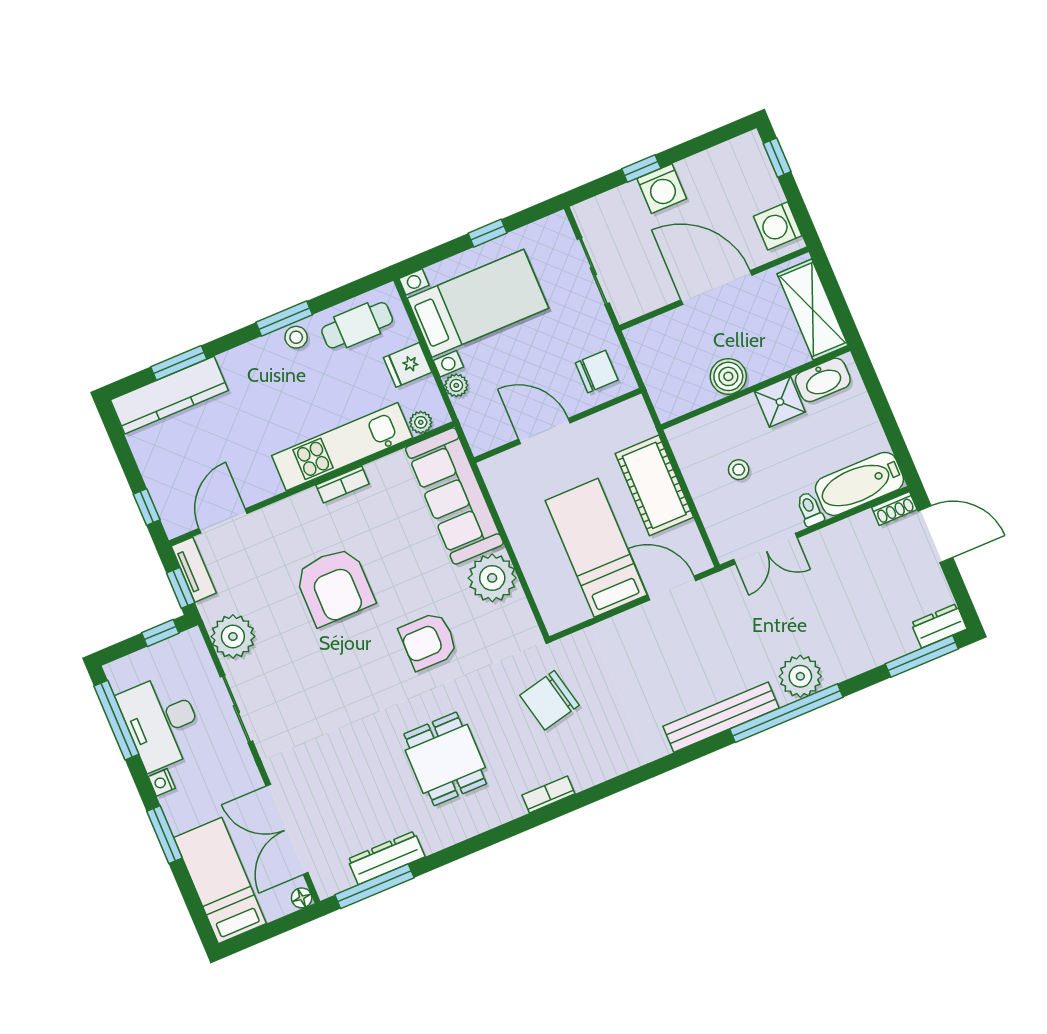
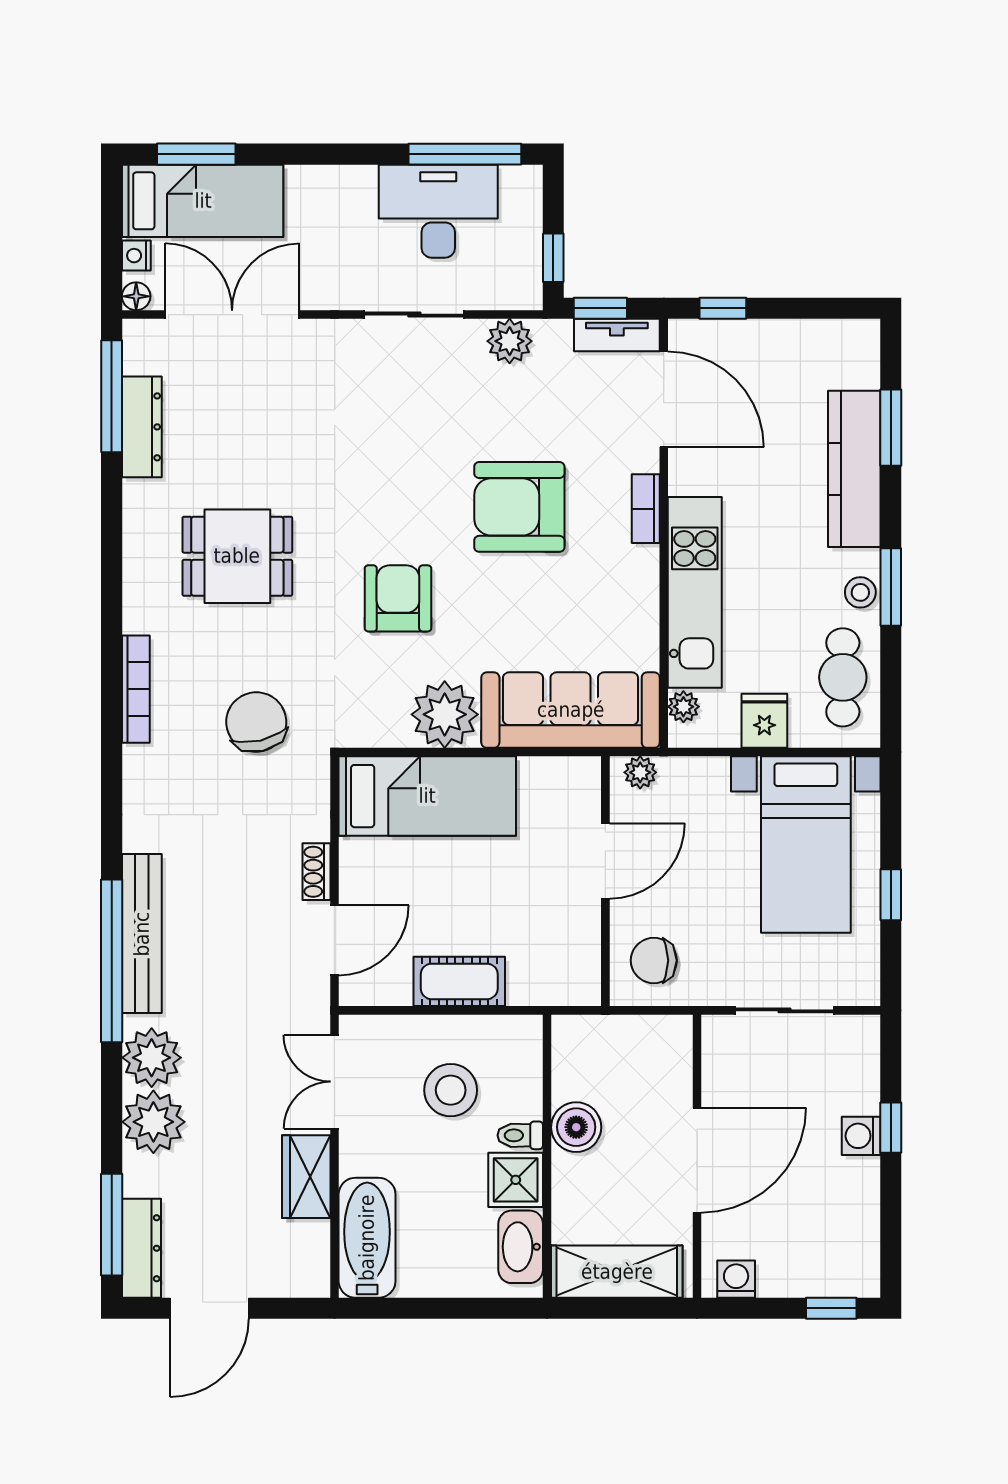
washing machine: (662, 189) -> (861, 1136), width x0.73, depth x0.73
washing machine: (778, 226) -> (736, 1279), width x0.73, depth x0.73
chair: (597, 371) -> (654, 960), turned 90
plant: (456, 385) -> (640, 772), moved
kitchen counter: (169, 395) -> (854, 469), moved
stool: (739, 470) -> (451, 1090), width x1.89, depth x1.89
bookcase: (343, 485) -> (646, 509), moved
cot: (654, 485) -> (459, 981), width x0.73, depth x0.75
shoe rack: (894, 508) -> (317, 872), moved
toilet: (810, 509) -> (520, 1135), moved, turned 180
door: (223, 521) -> (664, 399), width x1.36
door: (935, 534) -> (209, 1308), moved
wardrobe: (836, 541) -> (306, 1177), added
bed: (596, 548) -> (427, 796), moved
dresser: (939, 626) -> (141, 1248), width x1.44
plant: (233, 636) -> (510, 341), width x0.73, depth x0.73
plant: (842, 657) -> (153, 1122), added
window: (786, 713) -> (112, 961), moved
nightstand: (162, 782) -> (136, 256), moved, turned -90
bookcase: (548, 794) -> (136, 689), width x1.56
window: (164, 835) -> (196, 154), moved

